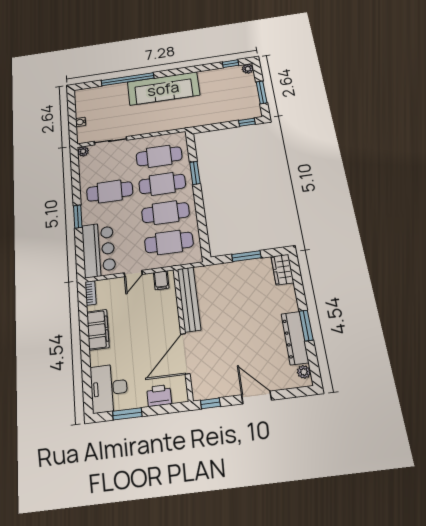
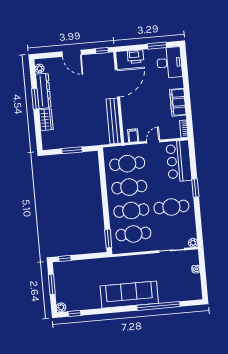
window: (195, 173) -> (108, 238), moved
wardrobe: (282, 270) -> (46, 120), moved

